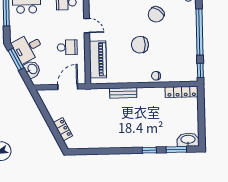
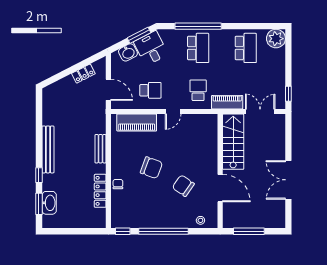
chair: (140, 45) -> (151, 168), turned 110
school desk: (67, 47) -> (150, 90), turned -90
locker: (182, 92) -> (100, 191), moved
locker: (63, 129) -> (83, 74), moved
washbasin: (188, 140) -> (49, 203), moved
bench: (125, 142) -> (48, 149), added

